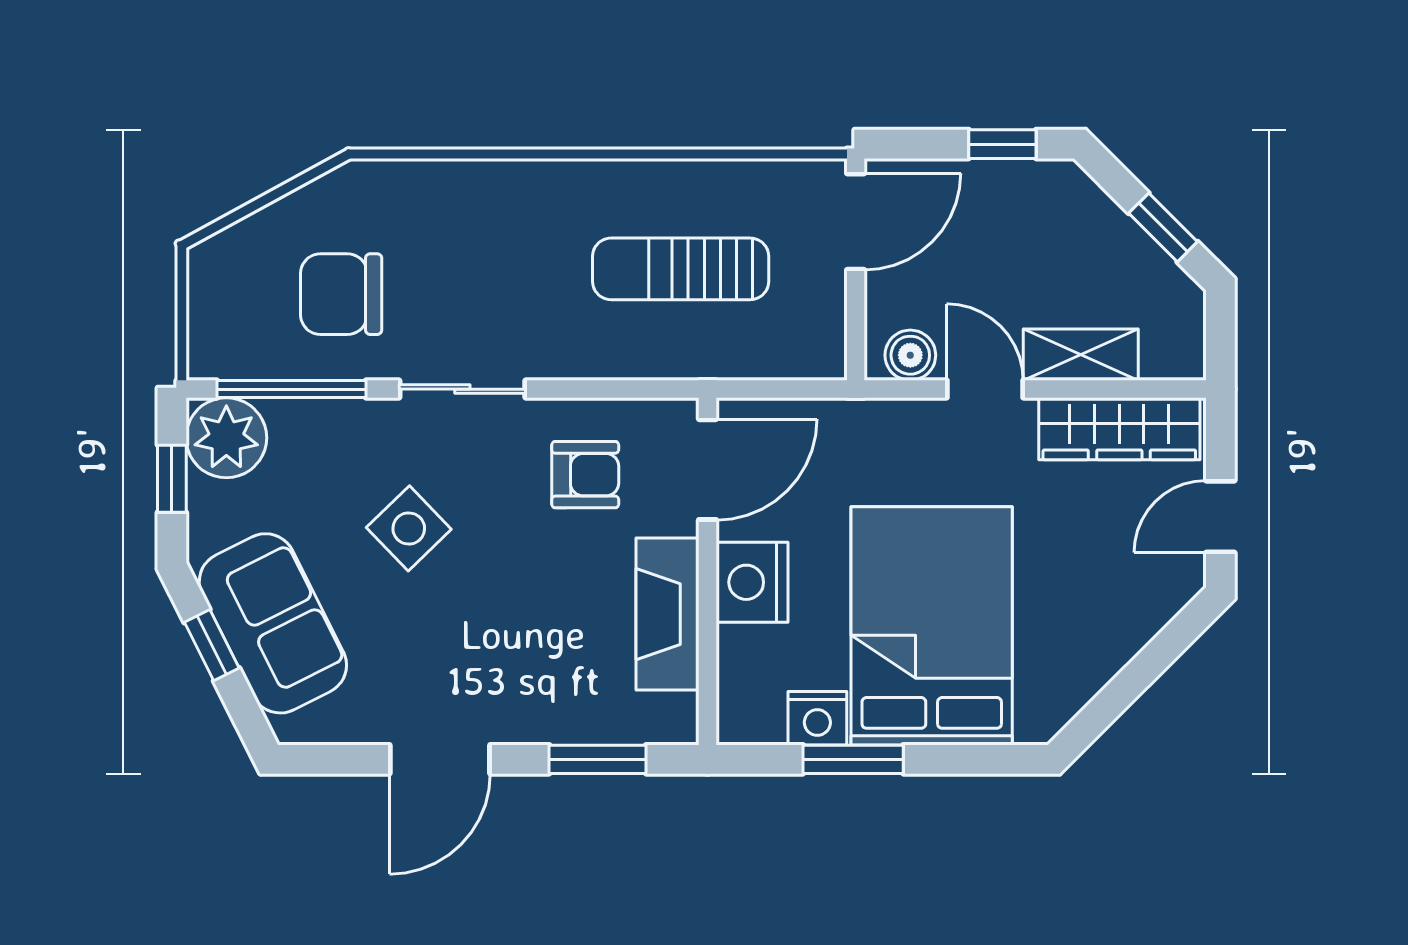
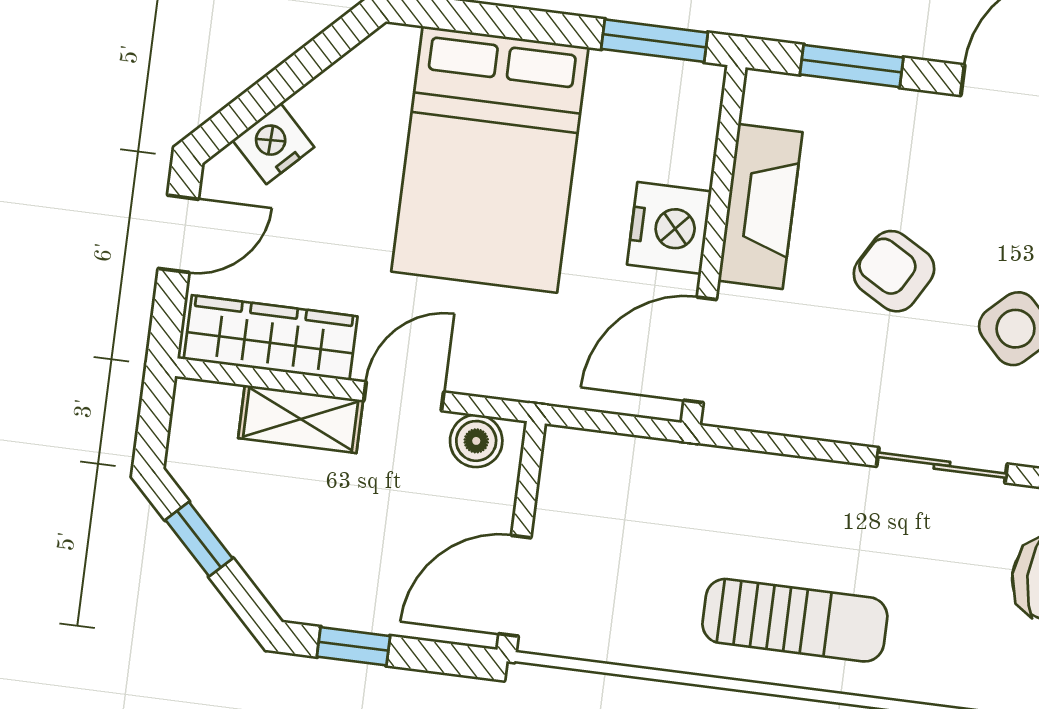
sun lounger: (681, 269) -> (795, 620), moved
door: (985, 389) -> (404, 396), swing flipped
armchair: (585, 475) -> (894, 271), moved, turned 30
nightstand: (817, 718) -> (273, 144), moved, turned -45
window: (853, 759) -> (654, 41), moved

